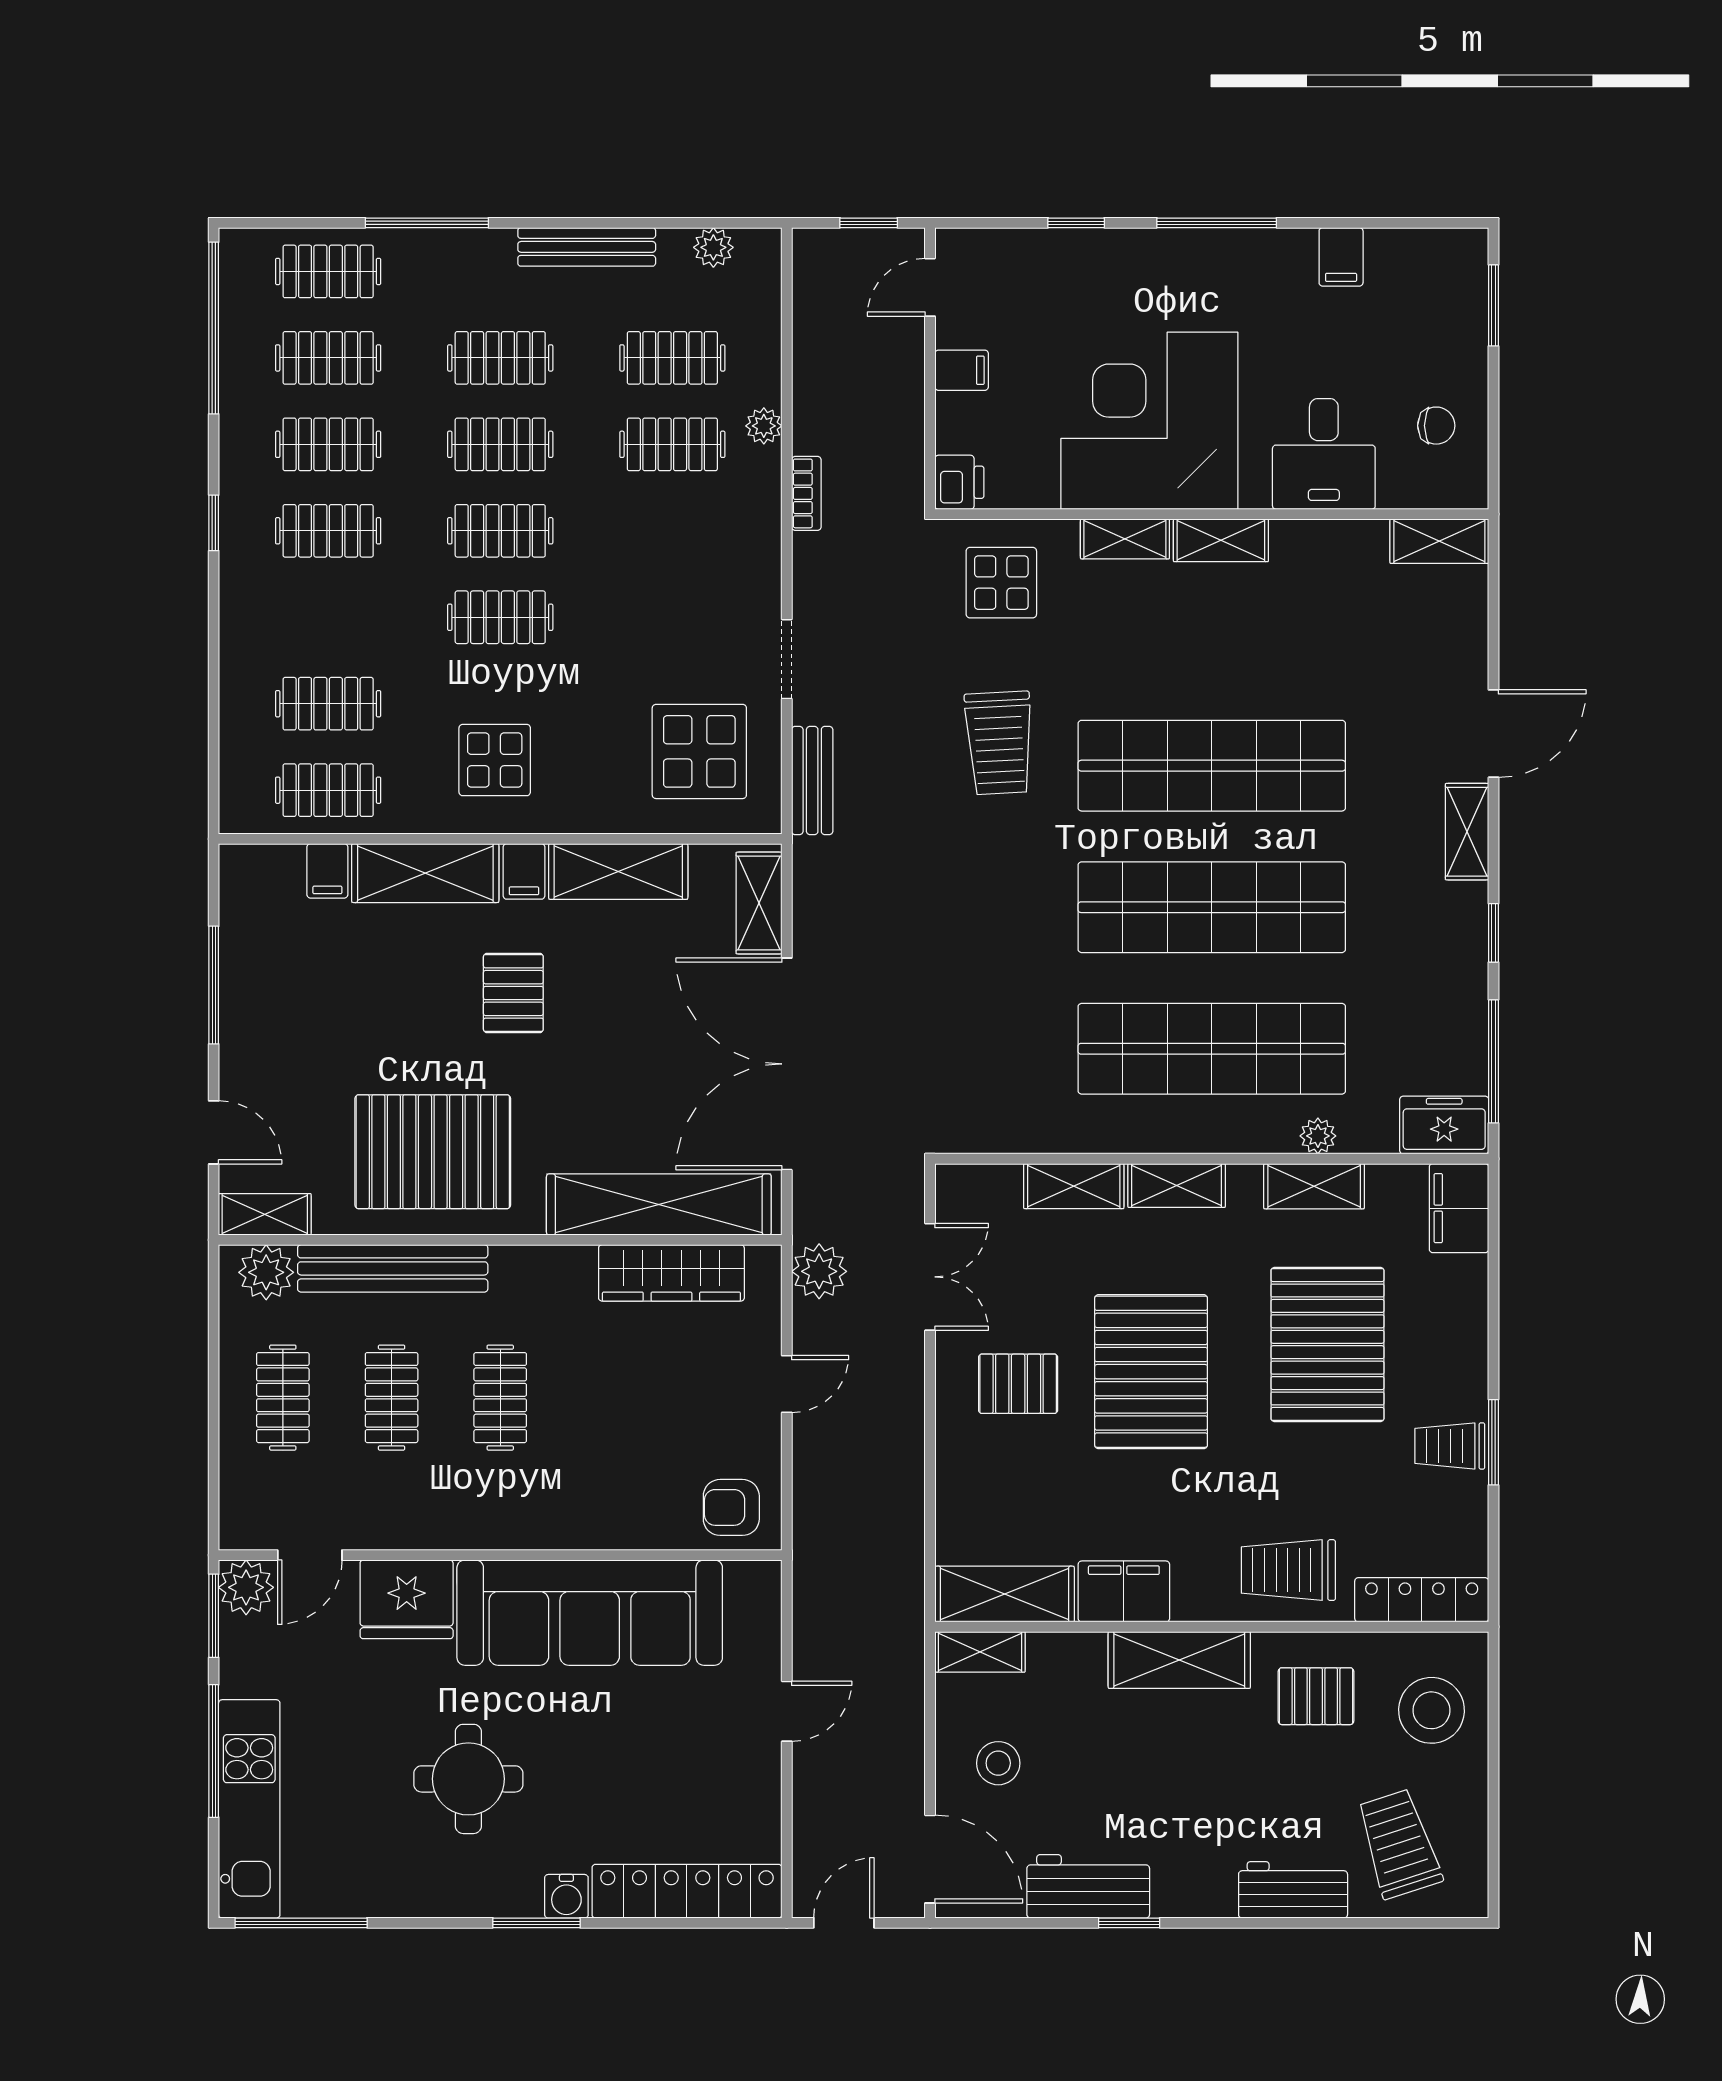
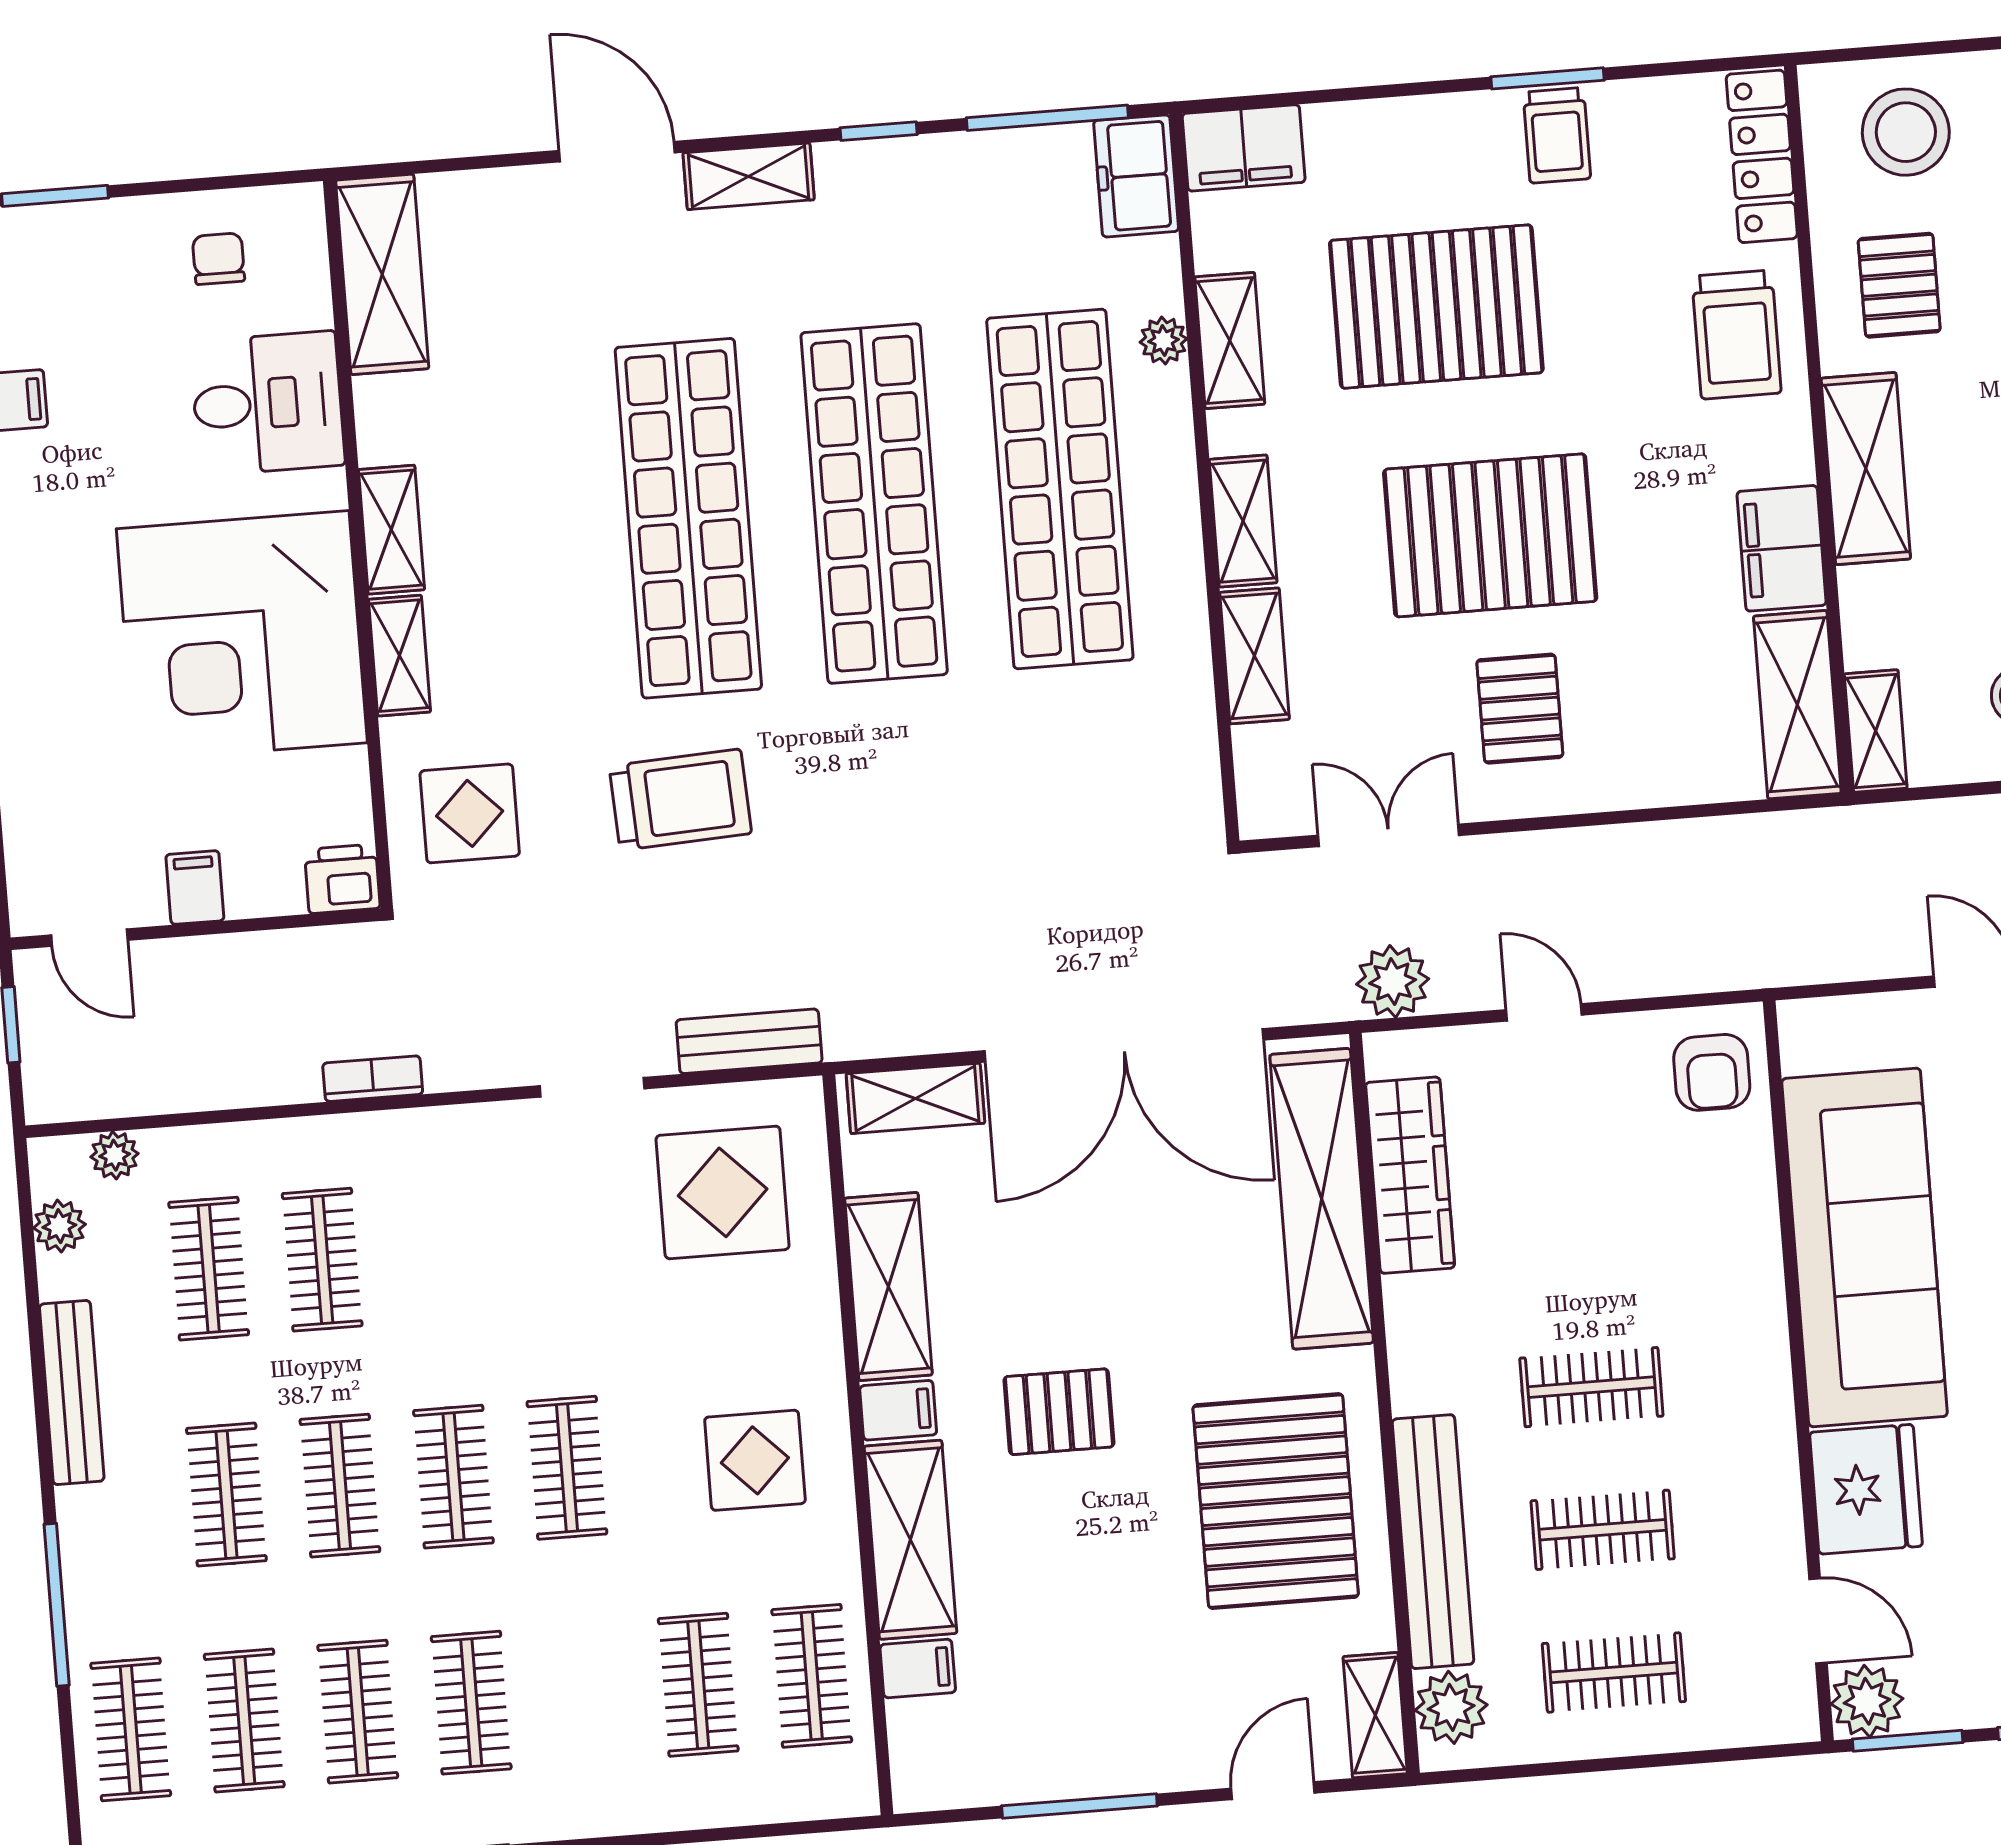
plant: (764, 426) -> (115, 1155), moved
shelving: (1439, 541) -> (382, 274), width x1.50, depth x1.33

